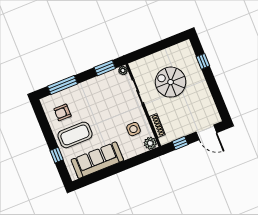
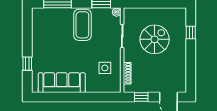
spiral stairs: (171, 82) -> (155, 39), turned 90
armchair: (62, 112) -> (48, 28), removed
coffee table: (75, 135) -> (82, 25), moved, turned 90
plant: (150, 143) -> (115, 86), removed

